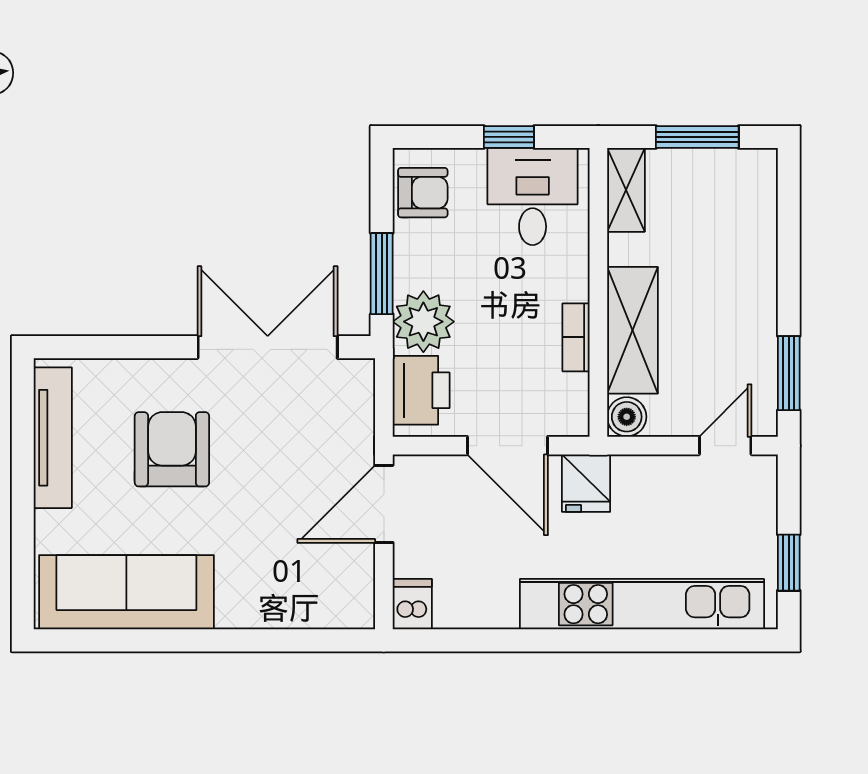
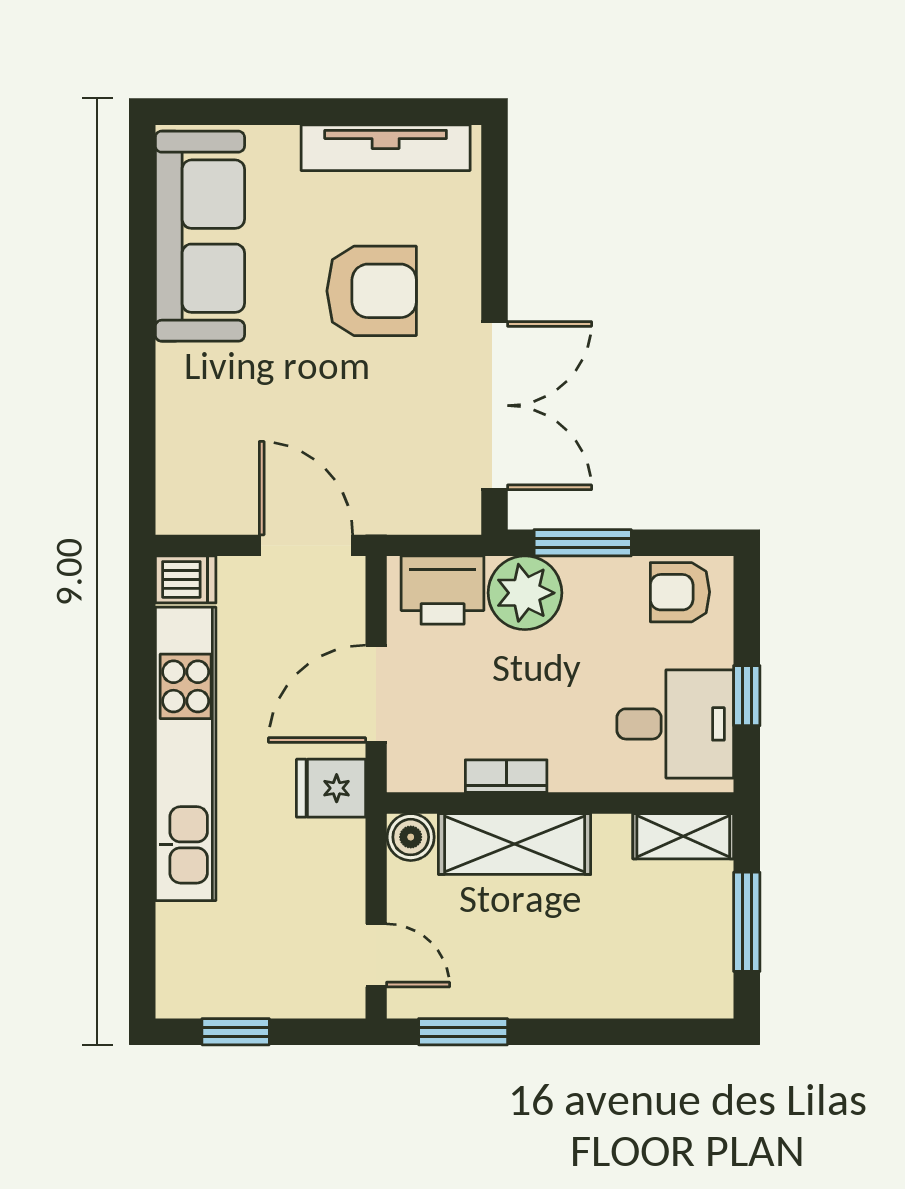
armchair: (423, 193) -> (680, 592), turned 90
kitchen unit: (642, 604) -> (186, 754), moved

